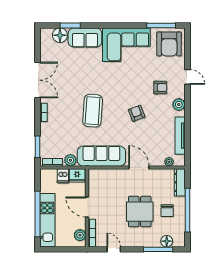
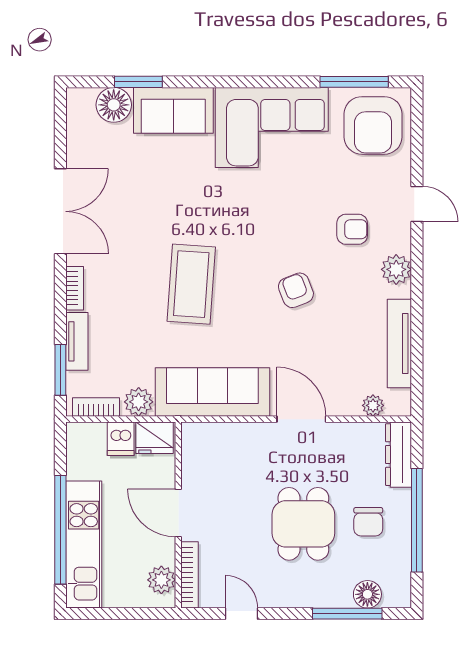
tv unit: (44, 135) -> (77, 341), added

